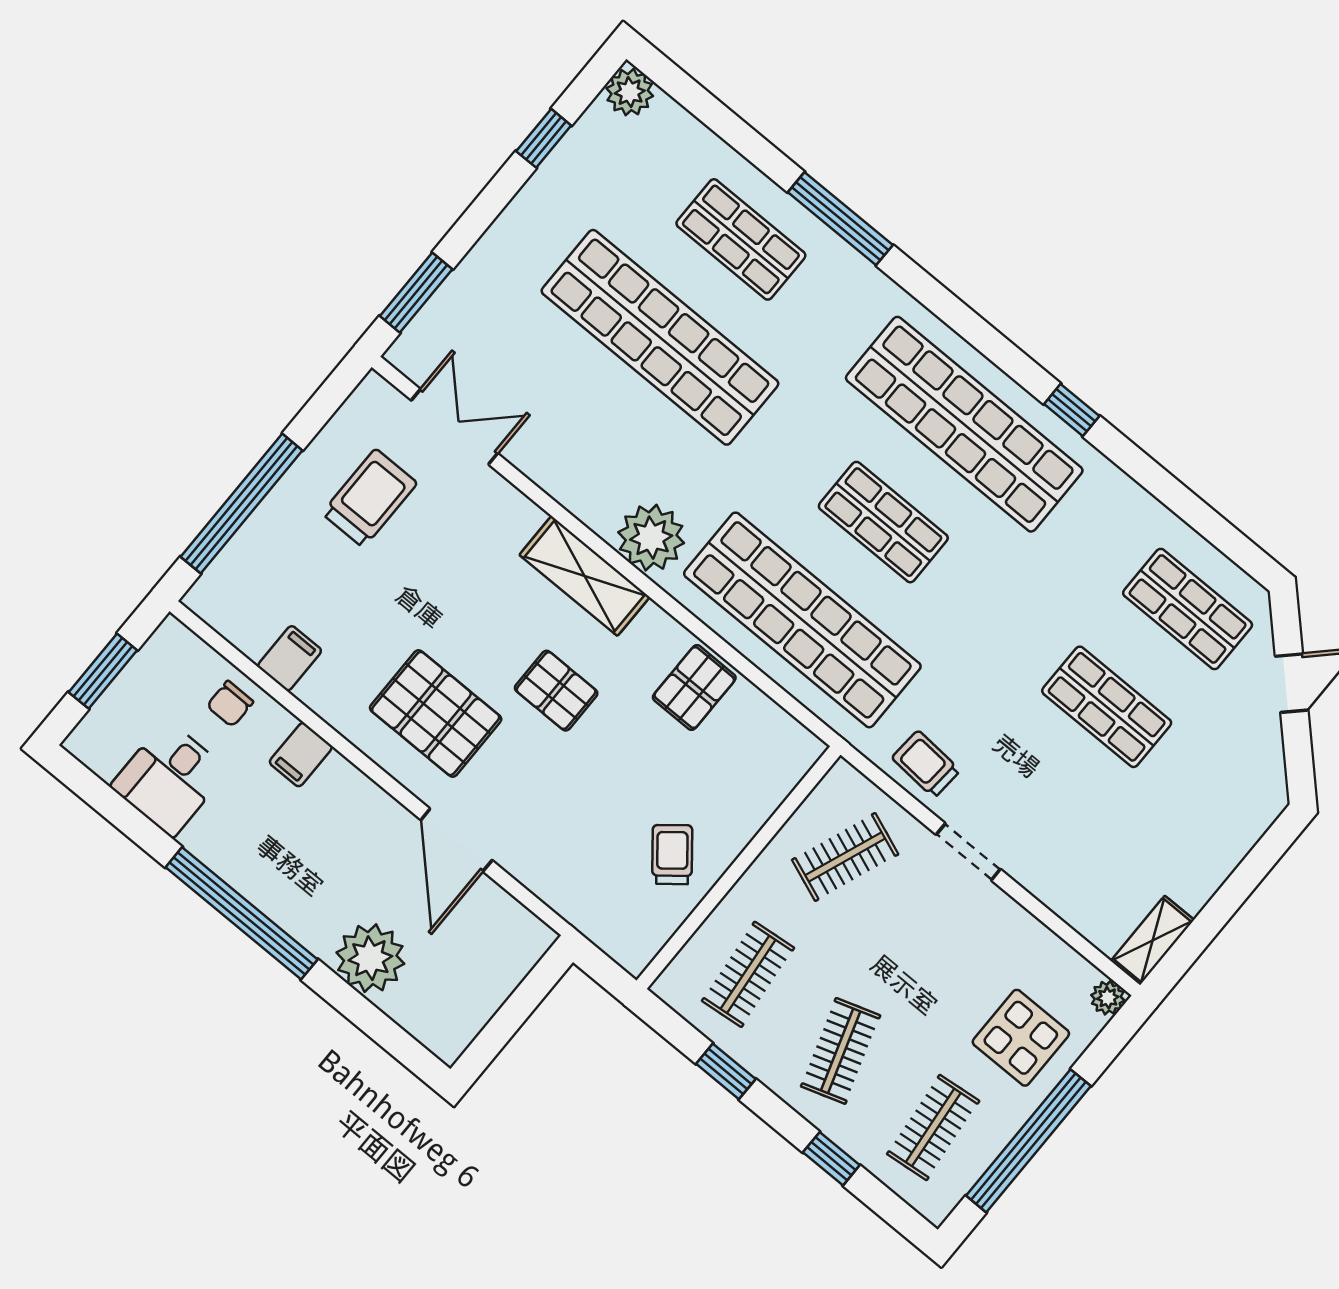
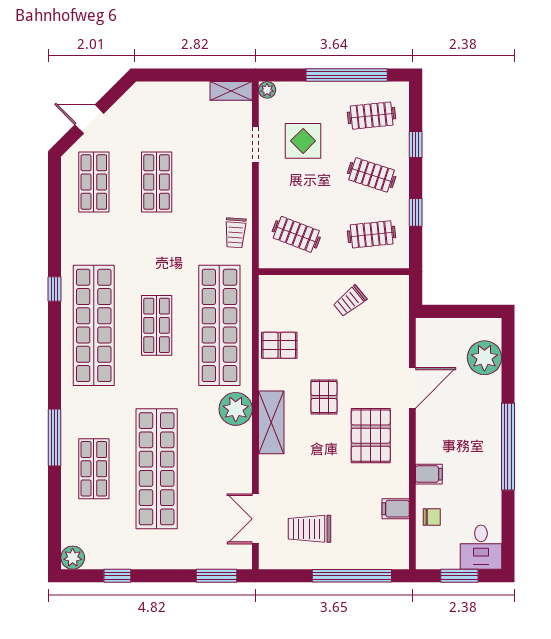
desk: (169, 778) -> (481, 547), moved, turned 90
doorway: (968, 852) -> (255, 145), moved
plant: (370, 958) -> (484, 358), moved
display table: (1021, 1038) -> (303, 141), moved
clothes rail: (841, 1051) -> (372, 175), turned 36

